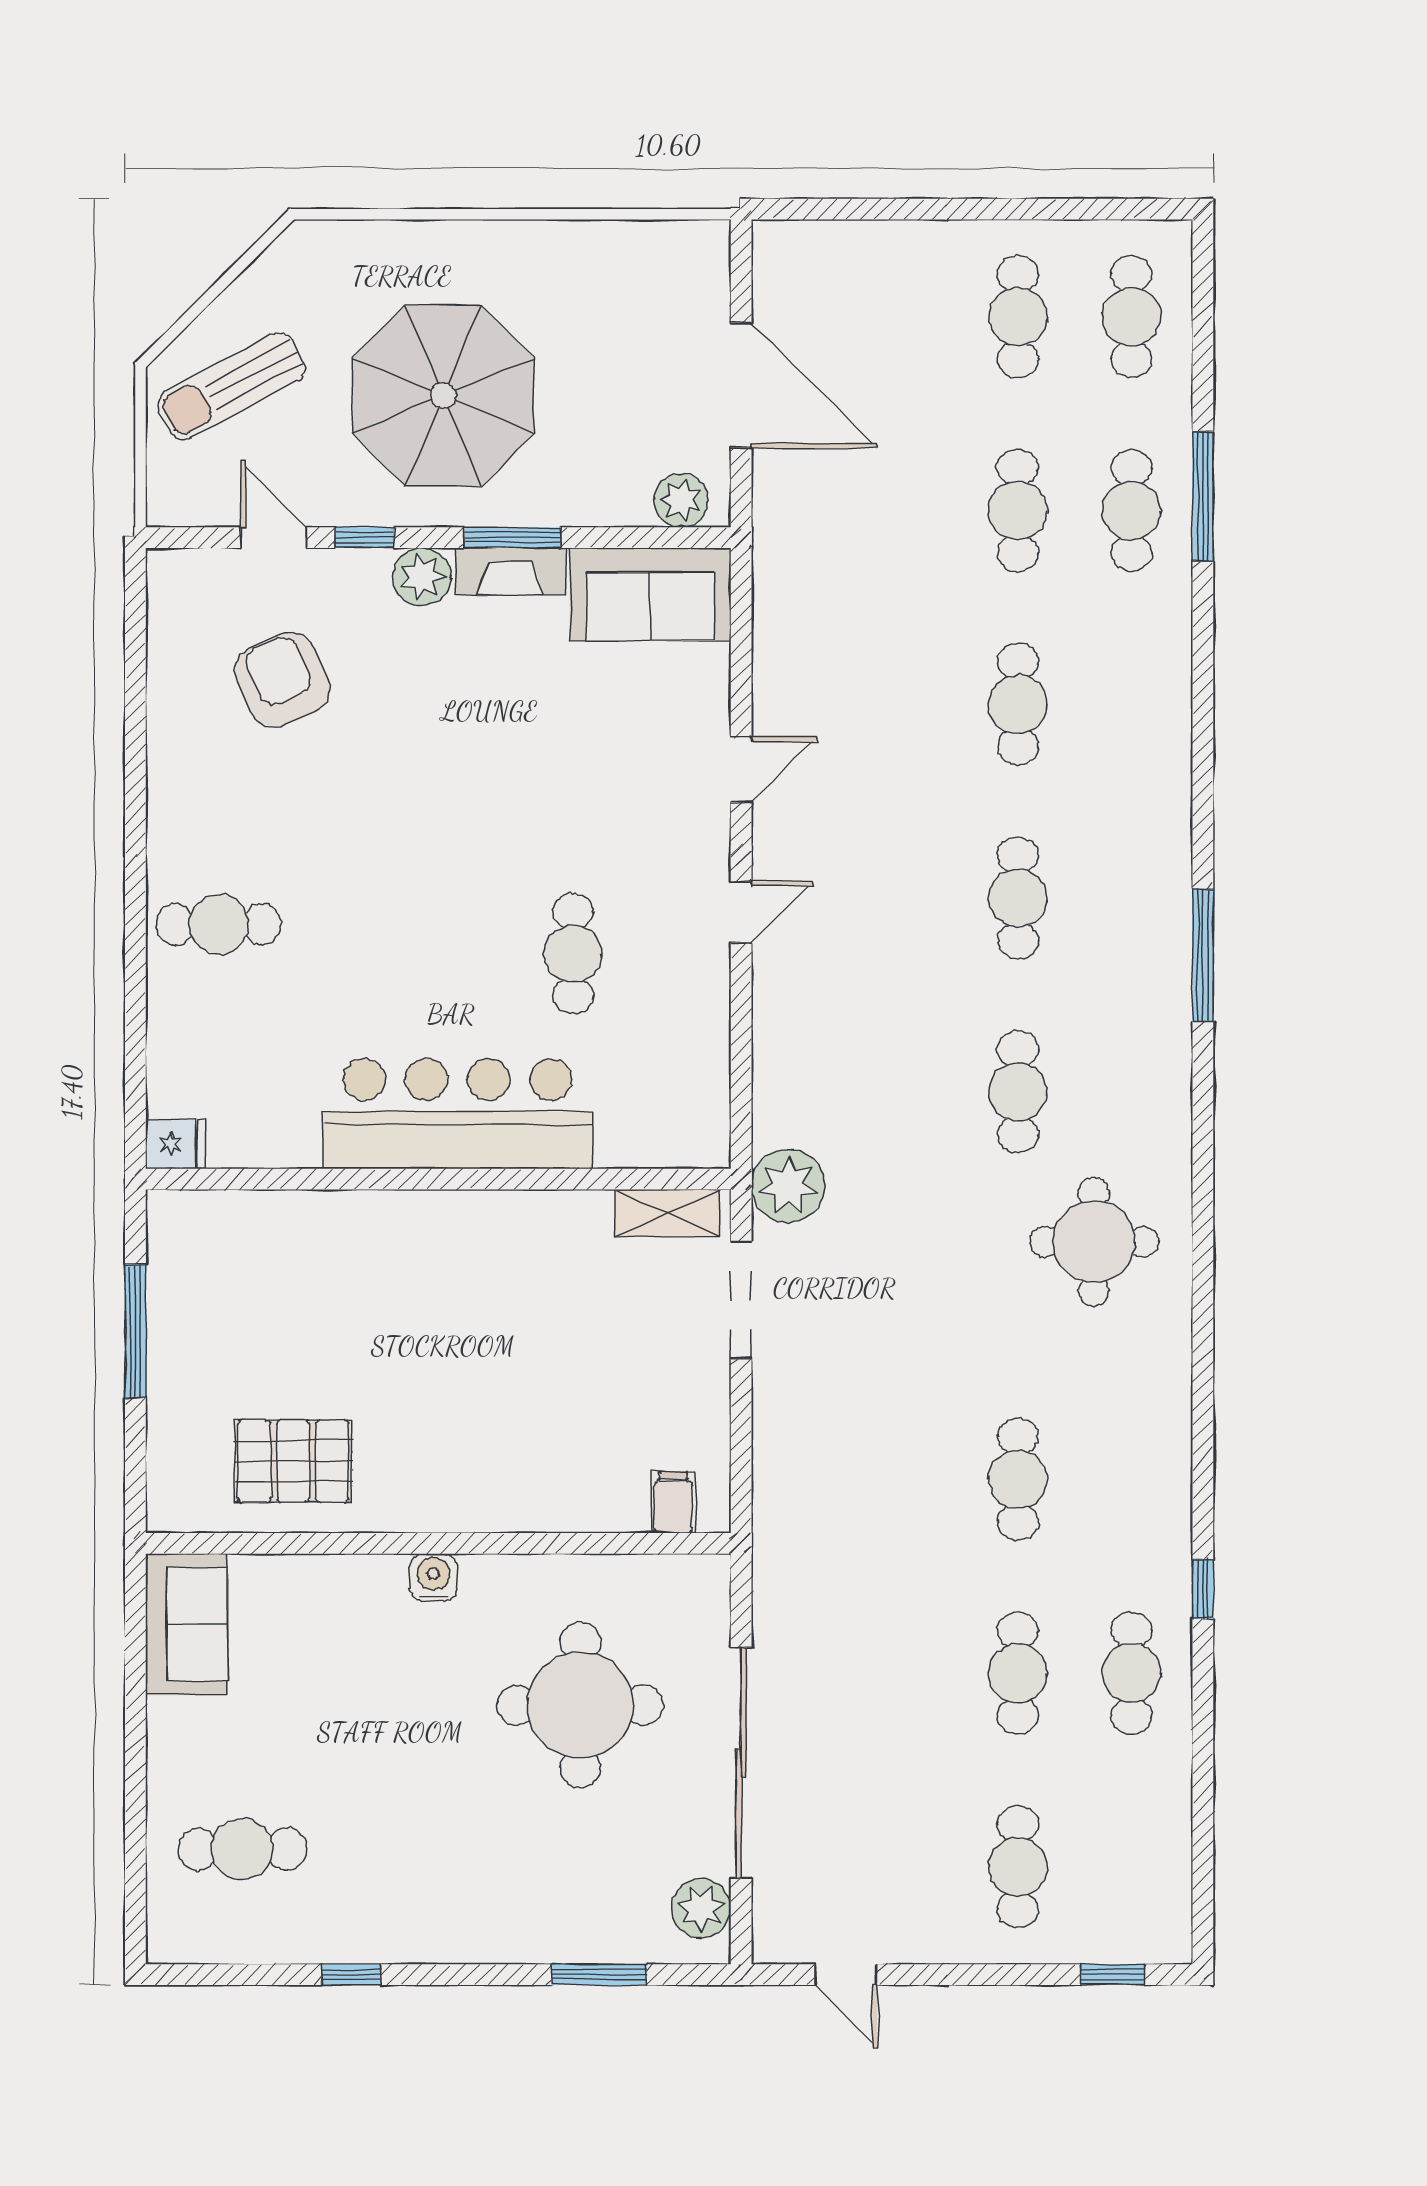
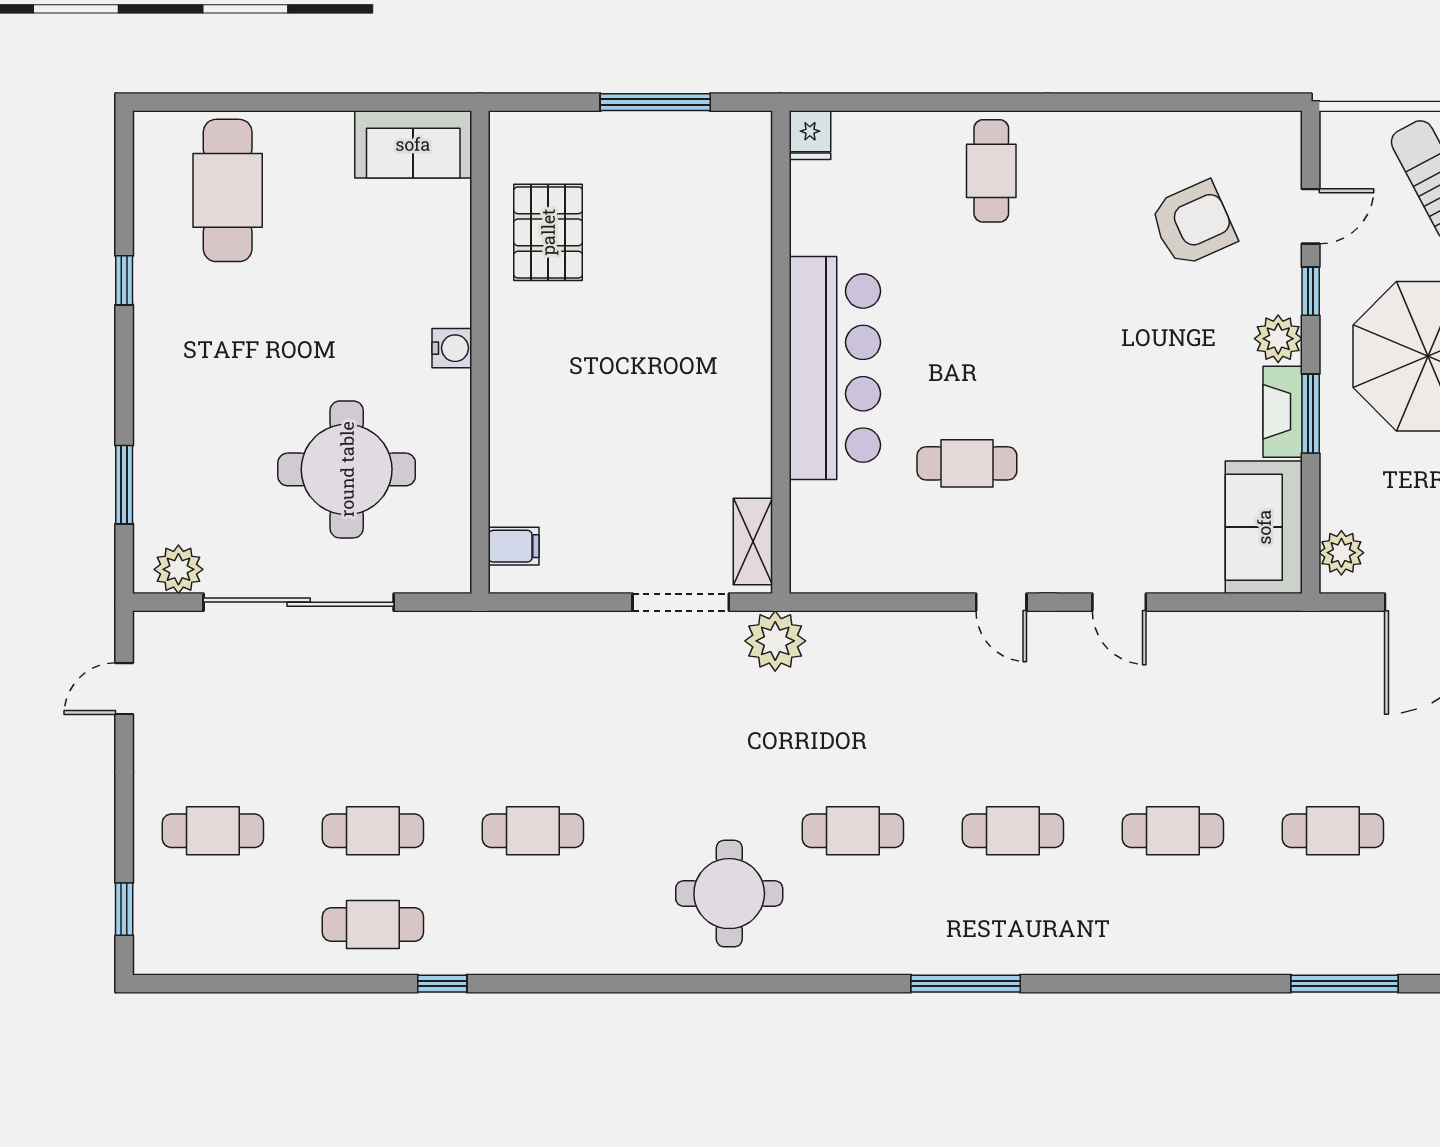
cafe table: (1131, 510) -> (1333, 925), removed
cafe table: (242, 1849) -> (228, 190), width x1.37, depth x1.35

